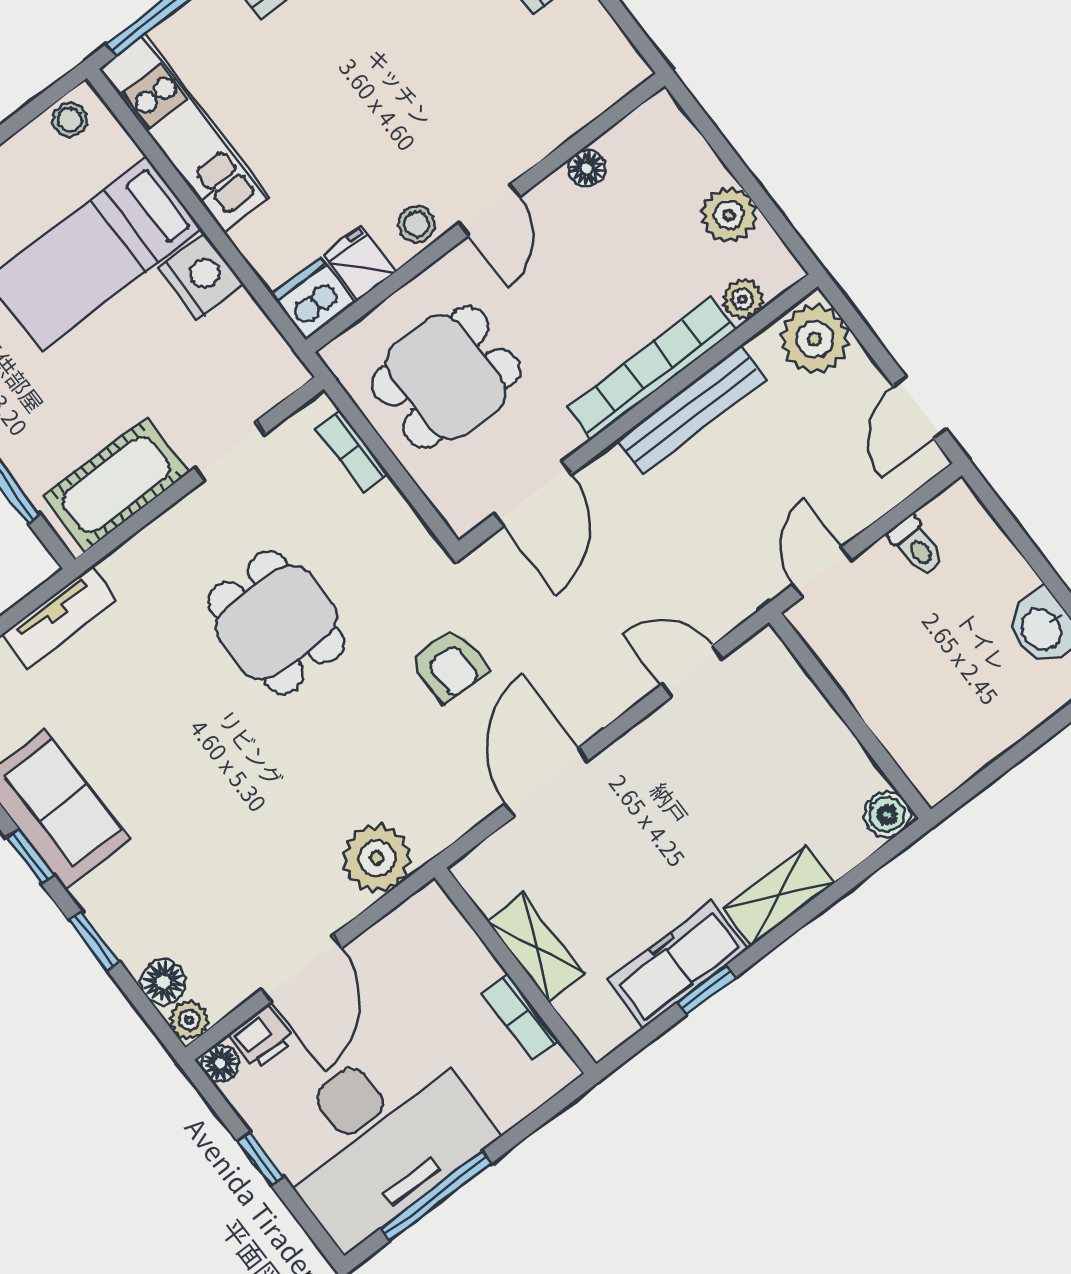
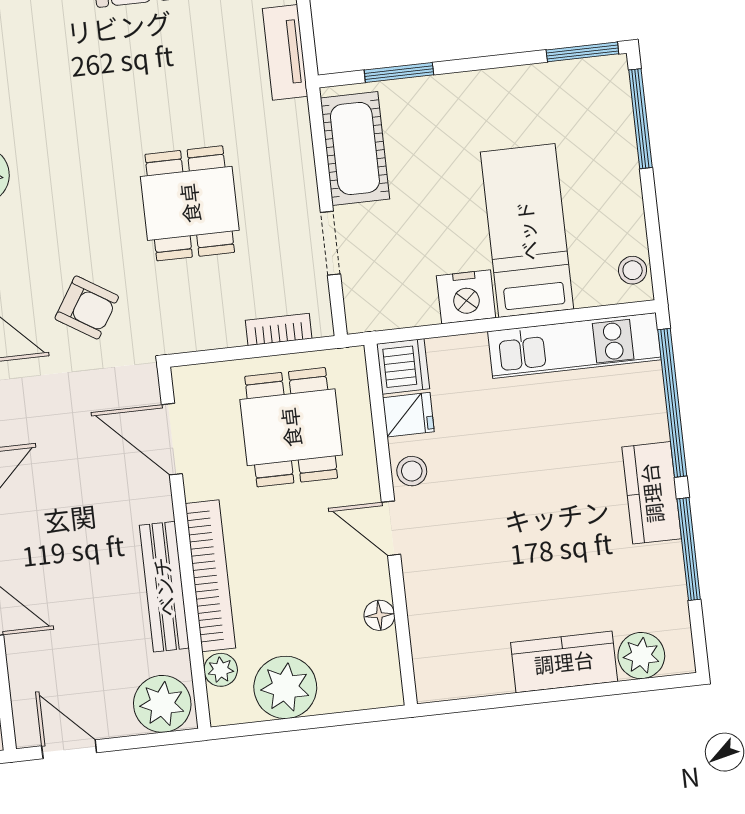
plant: (729, 215) -> (285, 687), width x1.36, depth x1.36
dining table: (276, 622) -> (190, 203), turned 90
armchair: (449, 665) -> (87, 307), turned -148

